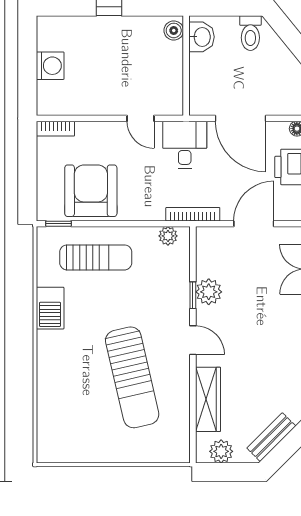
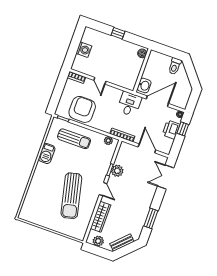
washbasin: (201, 37) -> (144, 85), moved
door: (140, 118) -> (100, 81), moved
door: (241, 118) -> (157, 101), swing flipped
door: (254, 224) -> (147, 148), hinge flipped

